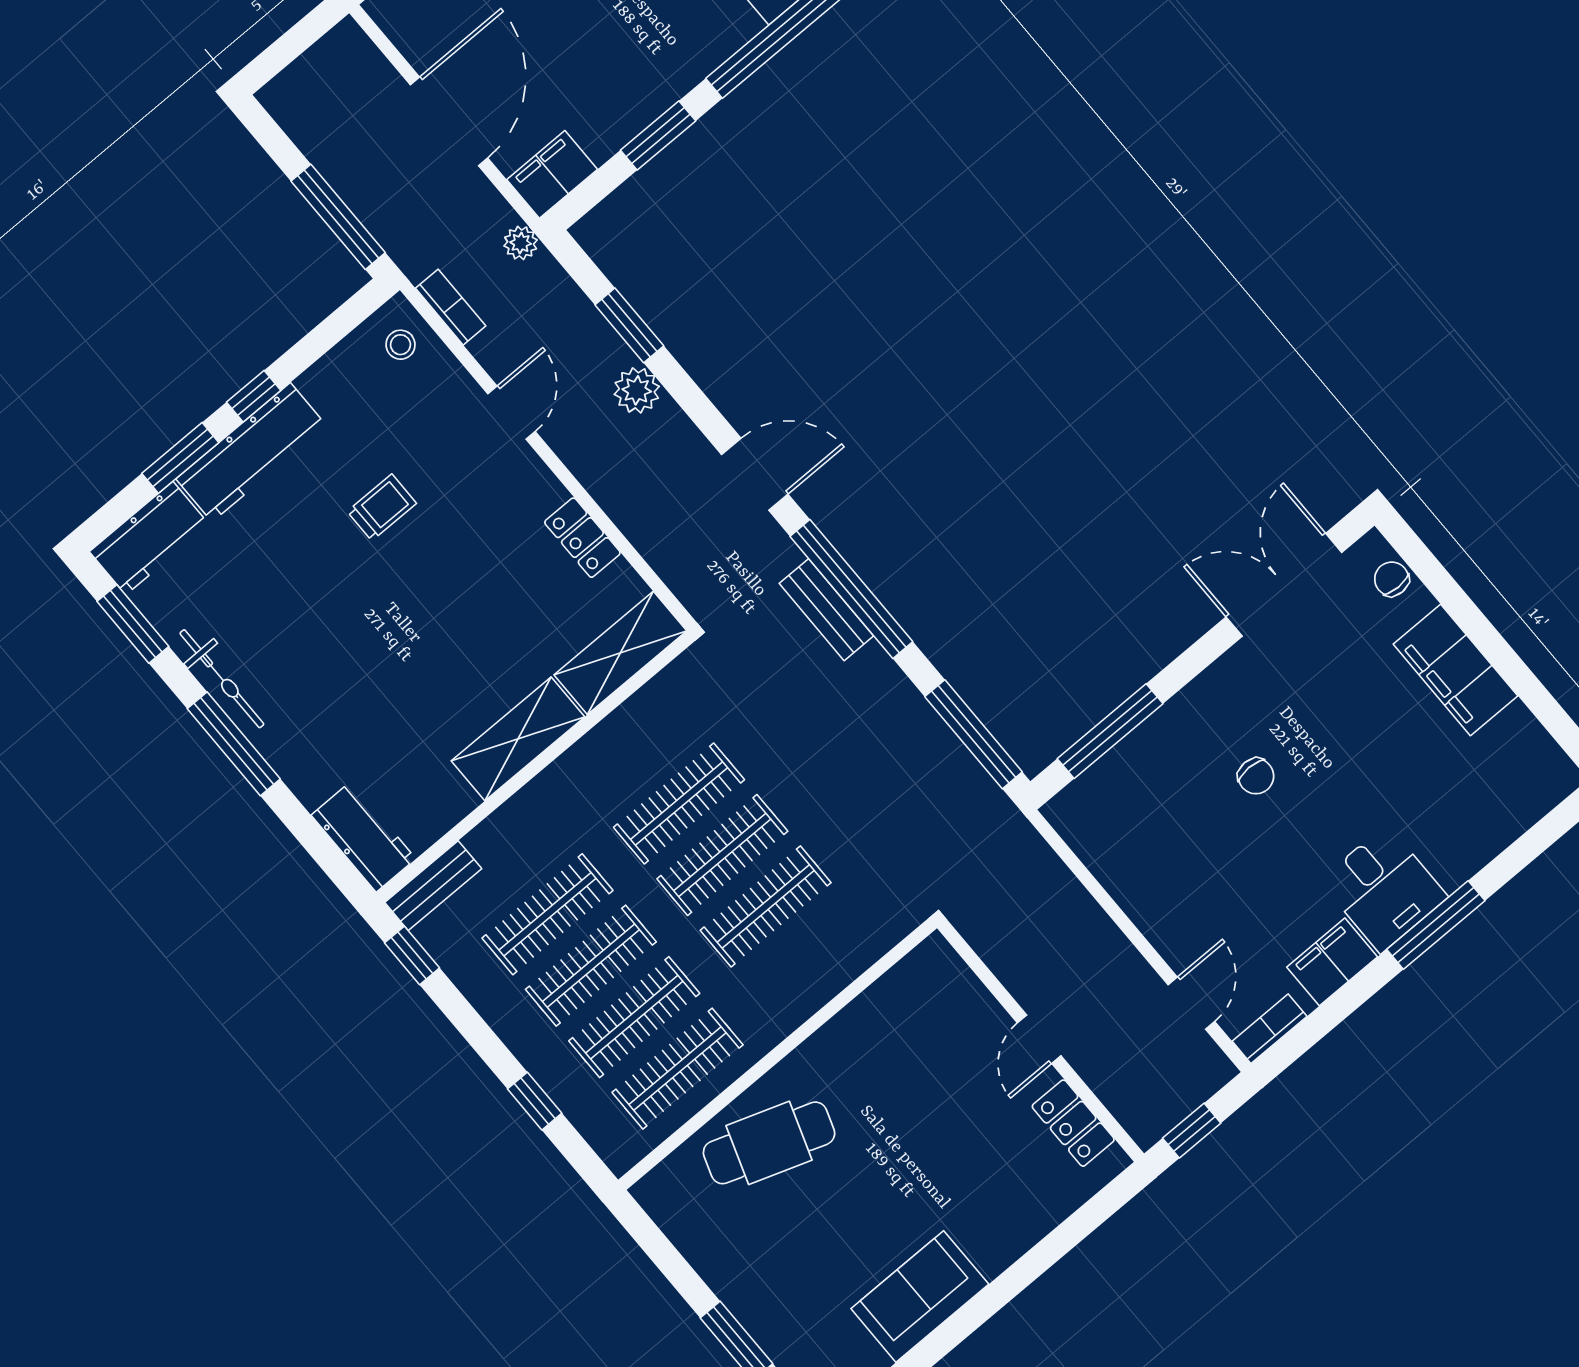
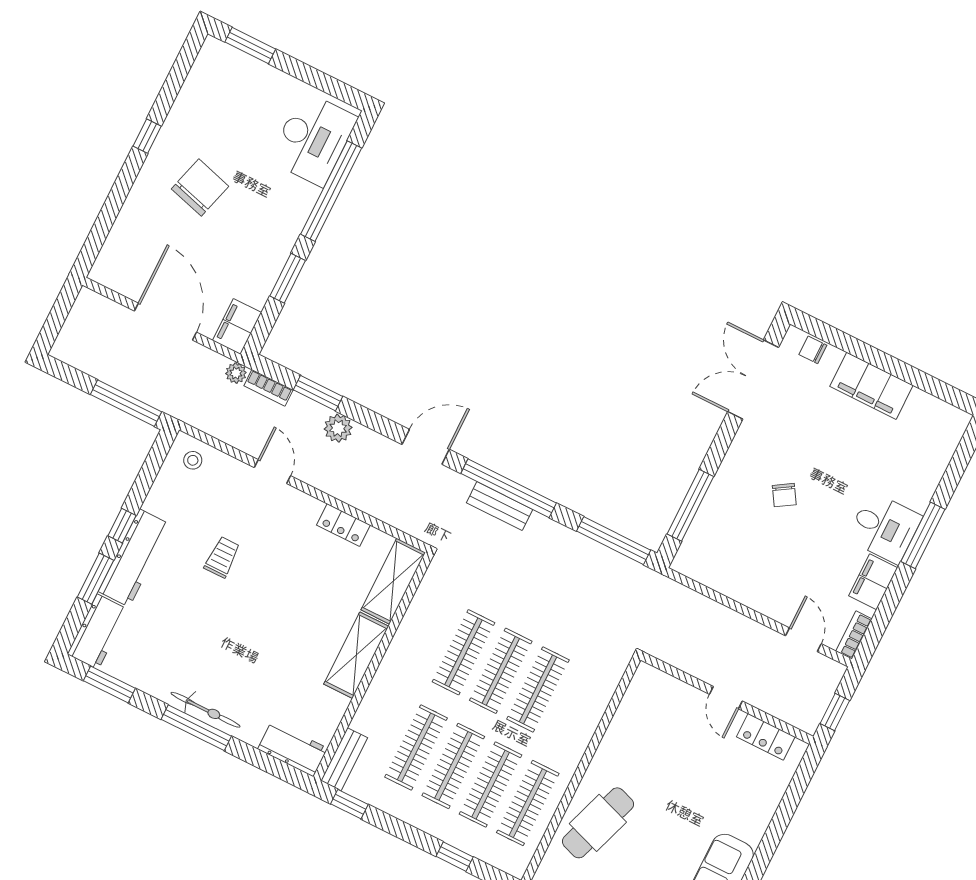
bookcase: (451, 307) -> (268, 388), moved, turned 180
bicycle: (222, 679) -> (206, 710), moved
chair: (1256, 776) -> (784, 495), turned 58

